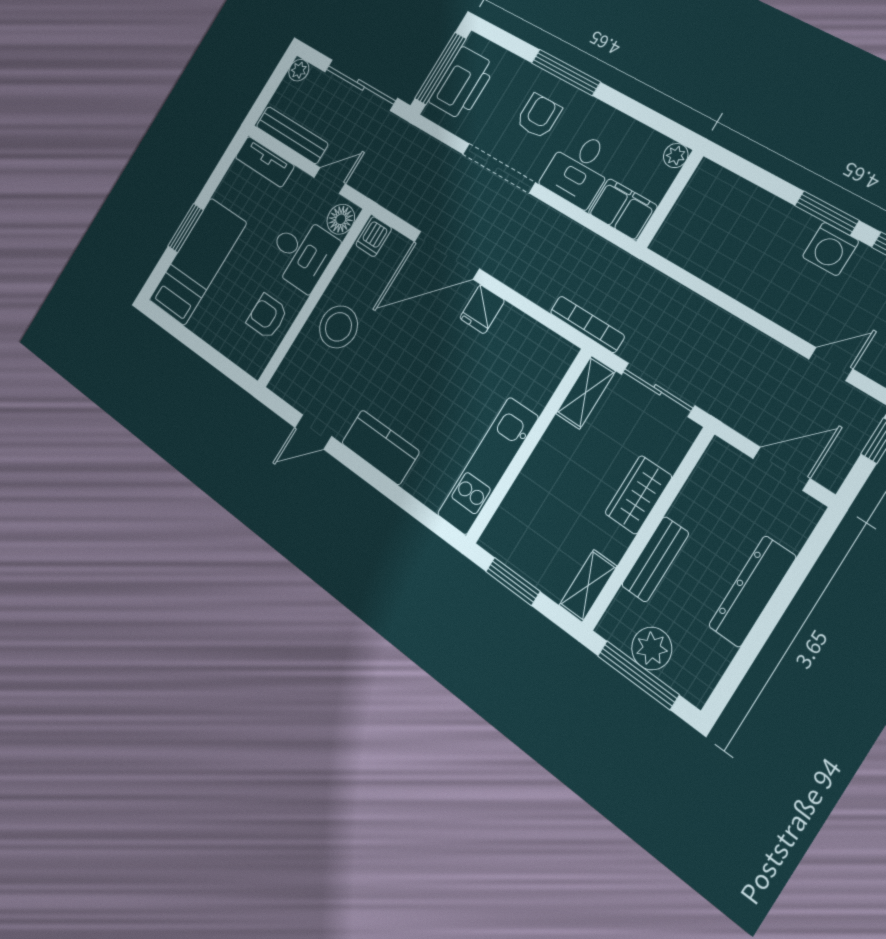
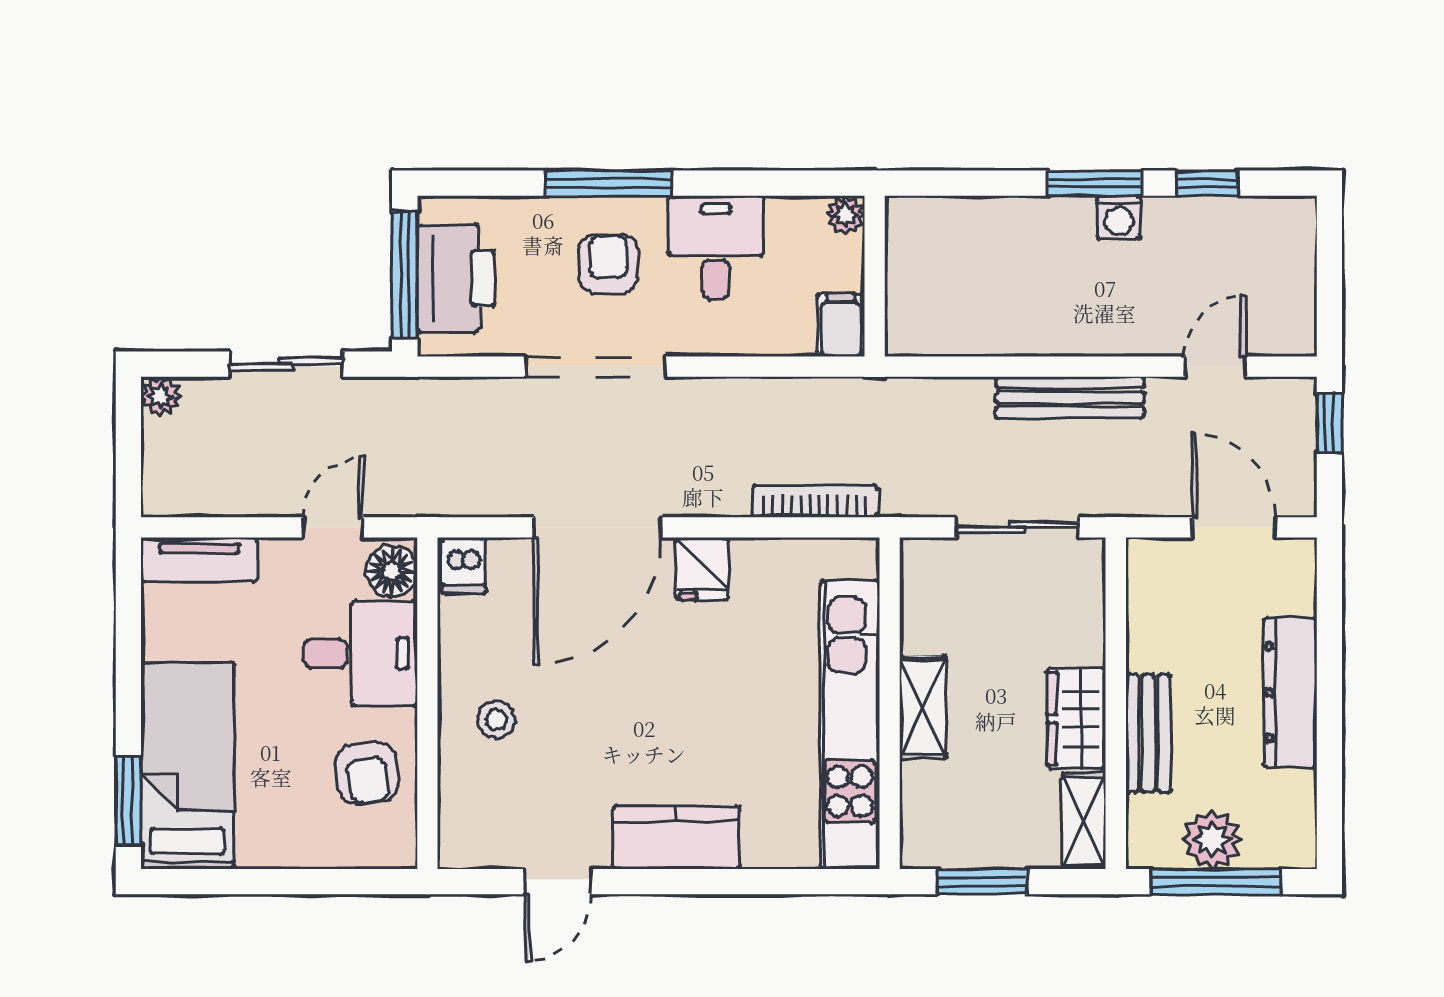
sliding door: (361, 85) -> (286, 364), width x0.73
bench: (292, 135) -> (1070, 397), moved
desk: (579, 169) -> (716, 248), moved, turned 180
filing cabinet: (623, 209) -> (841, 325), width x0.50
window: (186, 228) -> (128, 801), moved
washing machine: (830, 249) -> (1119, 218), width x0.73, depth x0.73
armchair: (267, 316) -> (367, 773), turned -98
bookcase: (587, 324) -> (815, 501), moved
stool: (338, 327) -> (496, 720), width x0.53, depth x0.53
shelving: (586, 392) -> (923, 707), moved
kitchen unit: (488, 466) -> (850, 725), width x1.36
door: (781, 469) -> (1234, 527), hinge flipped
wardrobe: (638, 495) -> (1076, 718), moved

